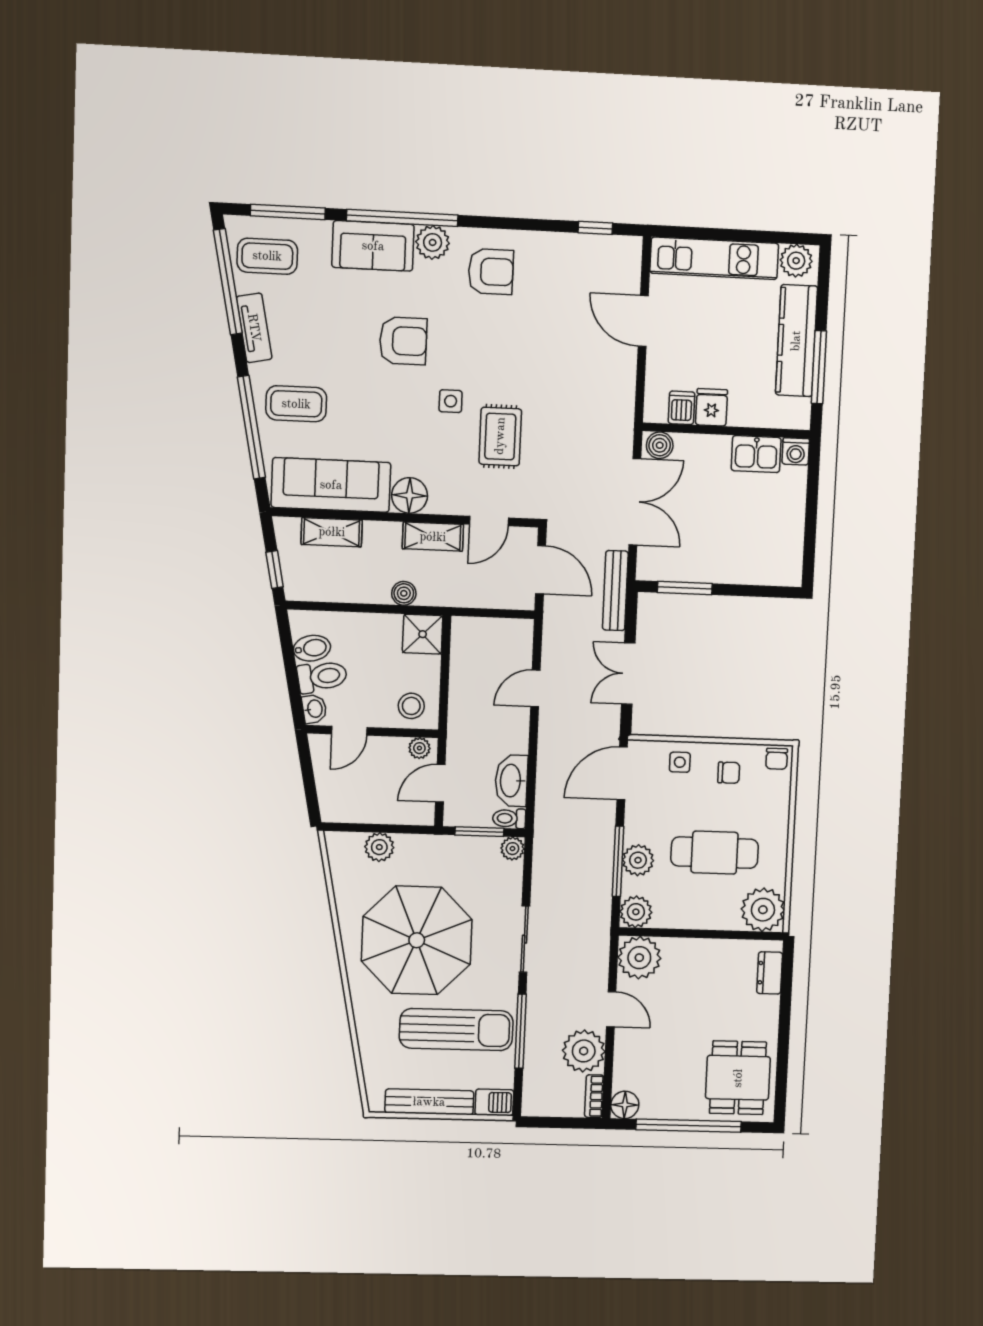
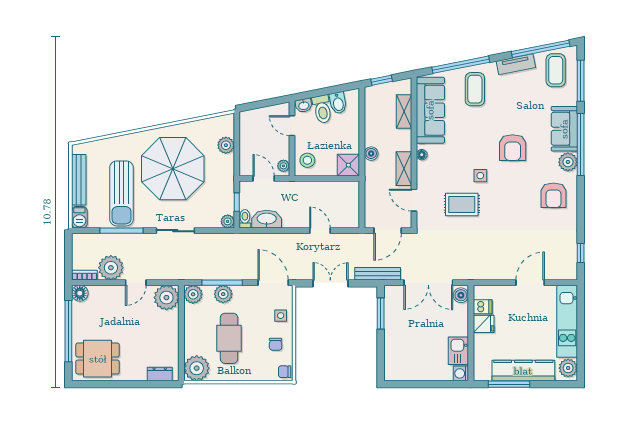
floor lamp: (410, 495) -> (422, 155), width x0.53, depth x0.53
window: (479, 832) -> (237, 202), width x0.67

